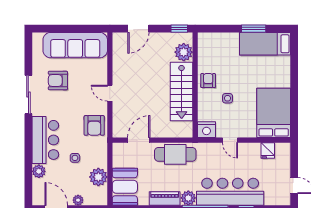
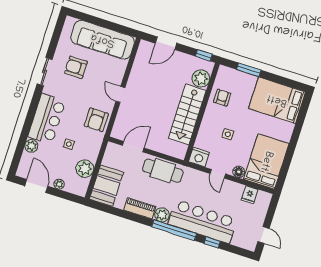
window: (254, 29) -> (249, 70), moved
bed: (265, 44) -> (277, 100), width x1.50
armchair: (208, 81) -> (222, 98), moved
sliding door: (28, 95) -> (45, 72), width x0.73
floor lamp: (250, 132) -> (239, 172), added

